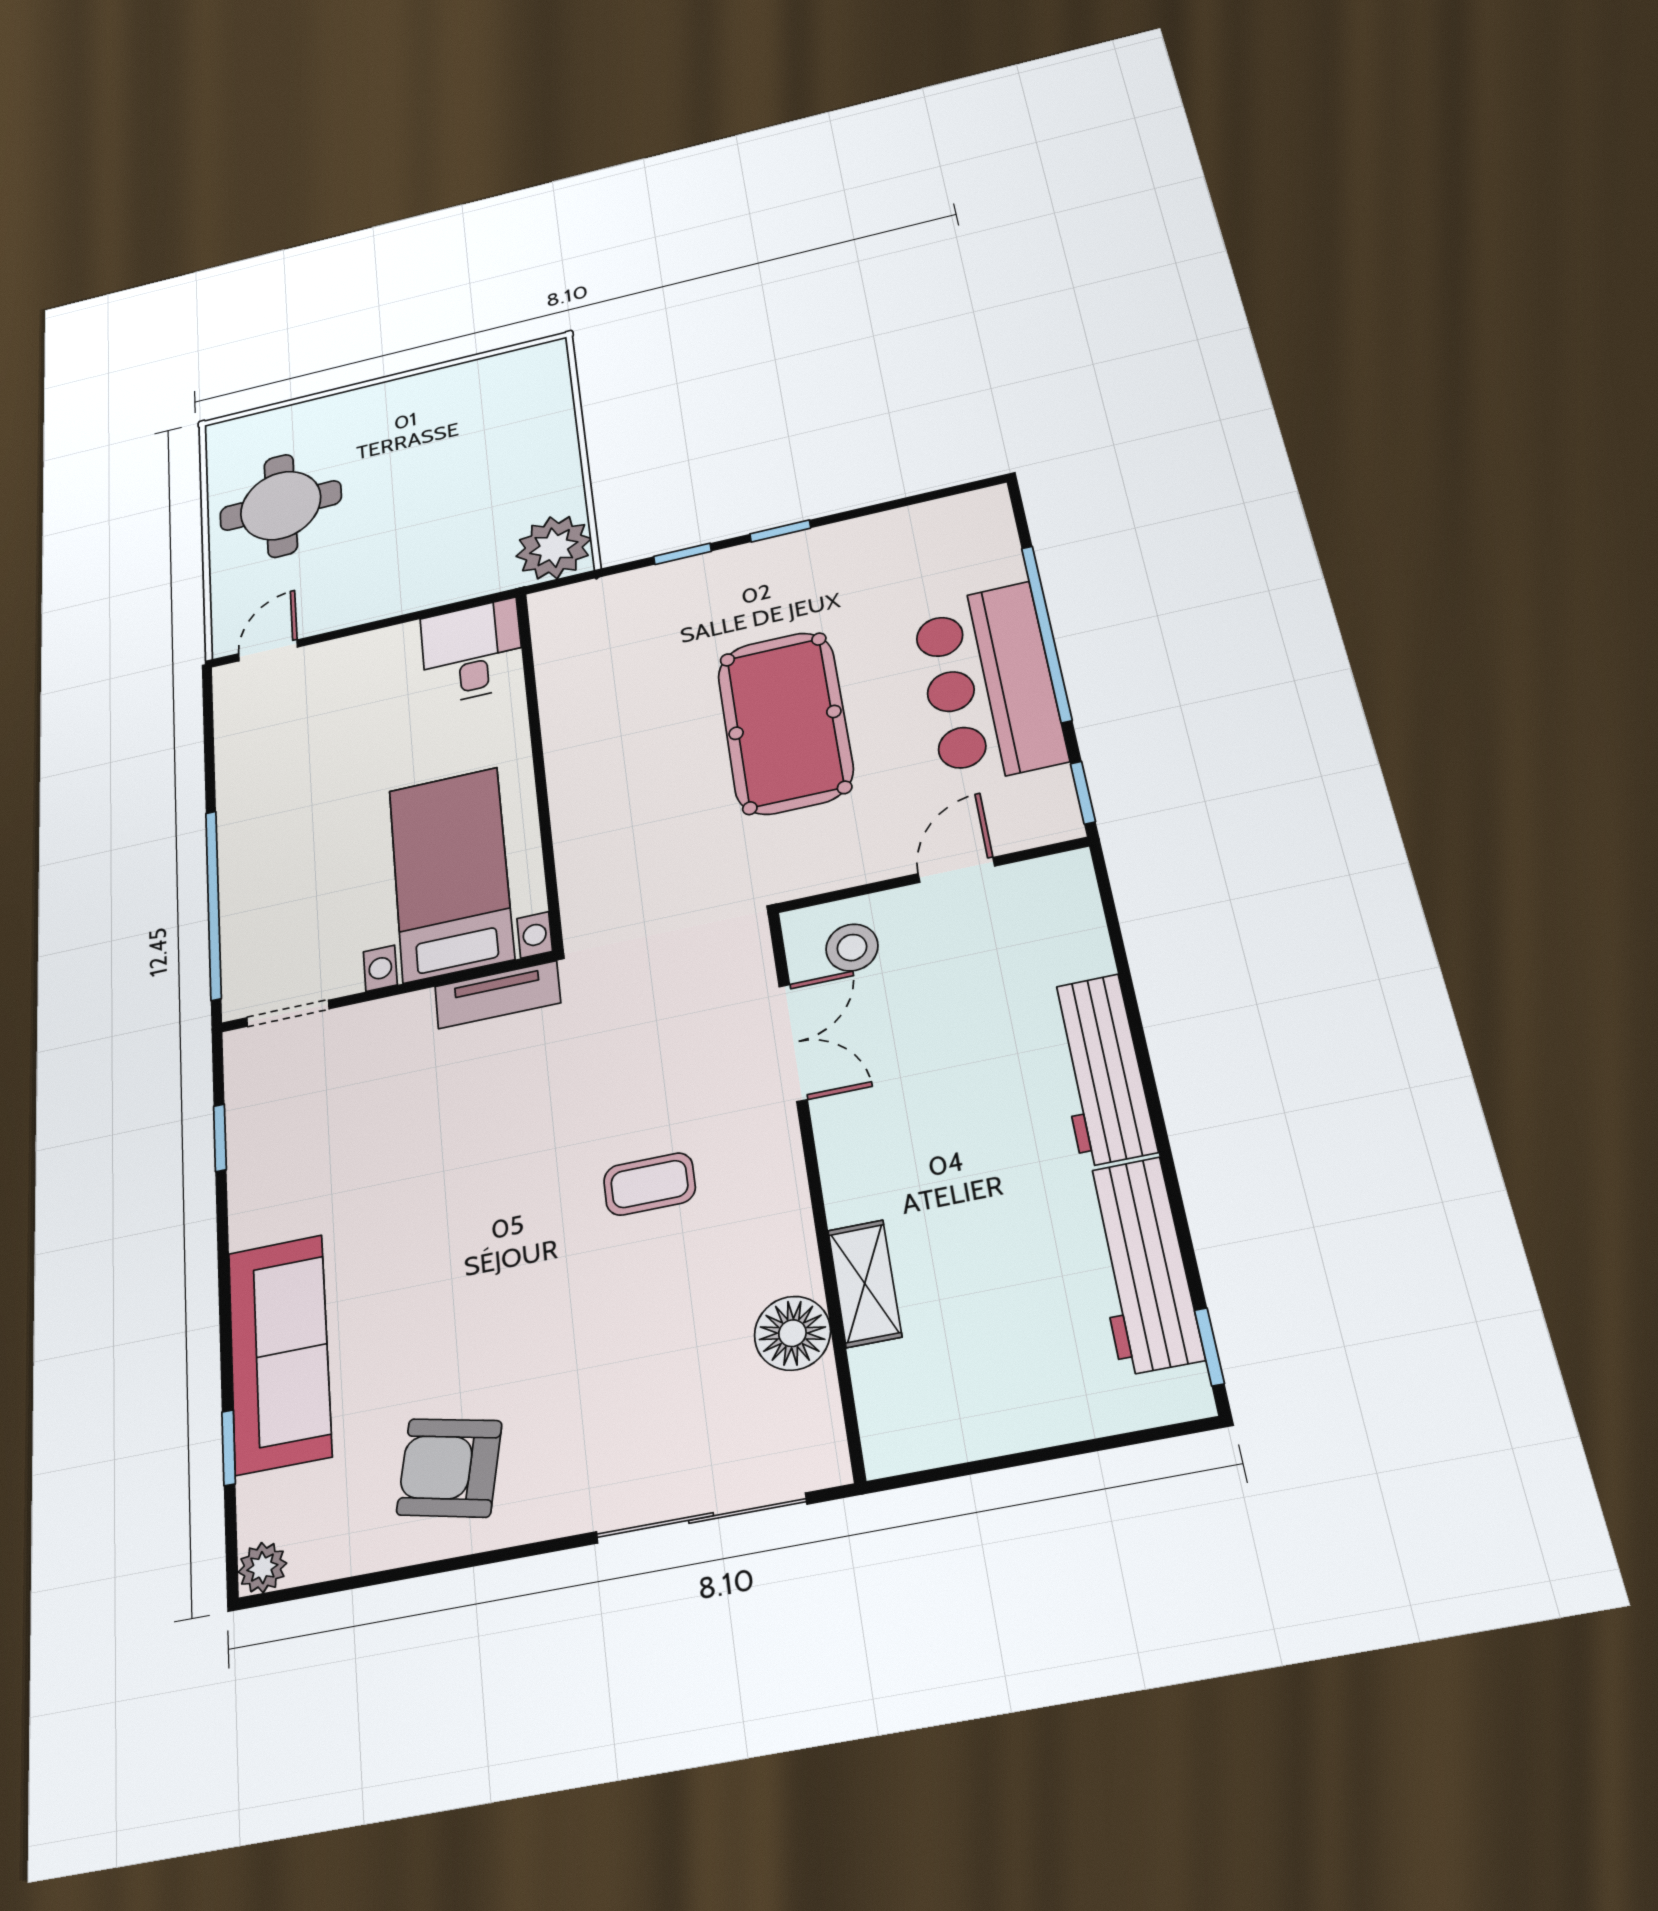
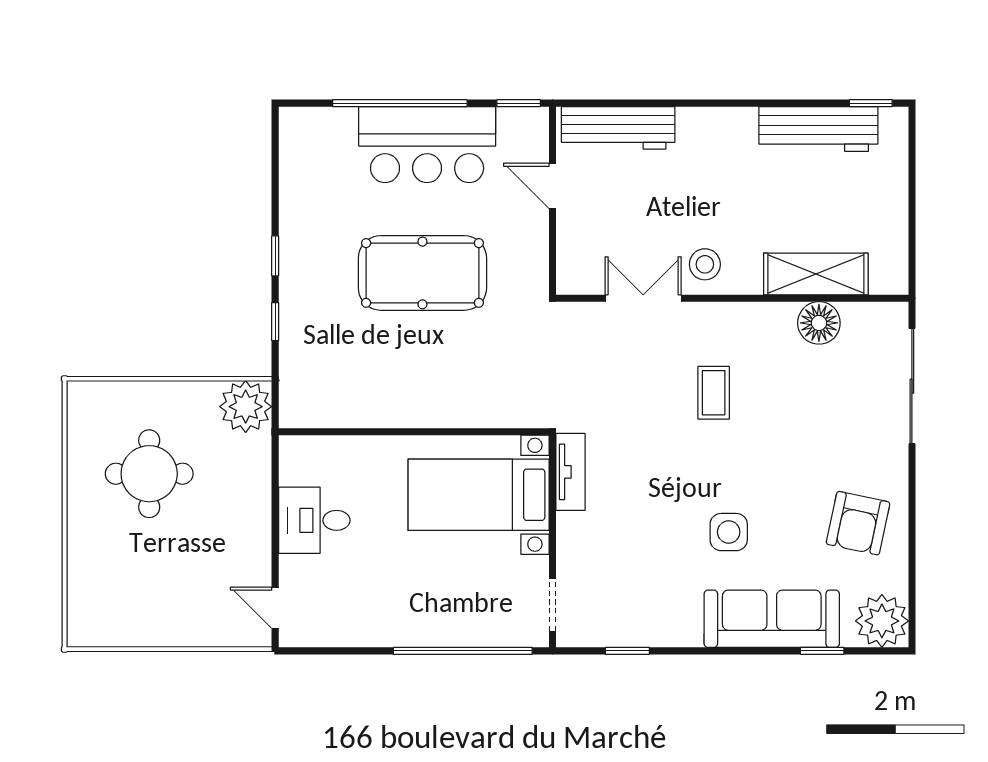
round table: (281, 506) -> (149, 474), moved
desk: (472, 652) -> (314, 520), moved
stool: (852, 948) -> (705, 264), moved
workbench: (1101, 1069) -> (618, 128), moved
side table: (419, 1255) -> (729, 532), added
shelving: (865, 1283) -> (816, 274), width x1.50, depth x1.33
plant: (262, 1568) -> (882, 621), width x1.87, depth x1.87

